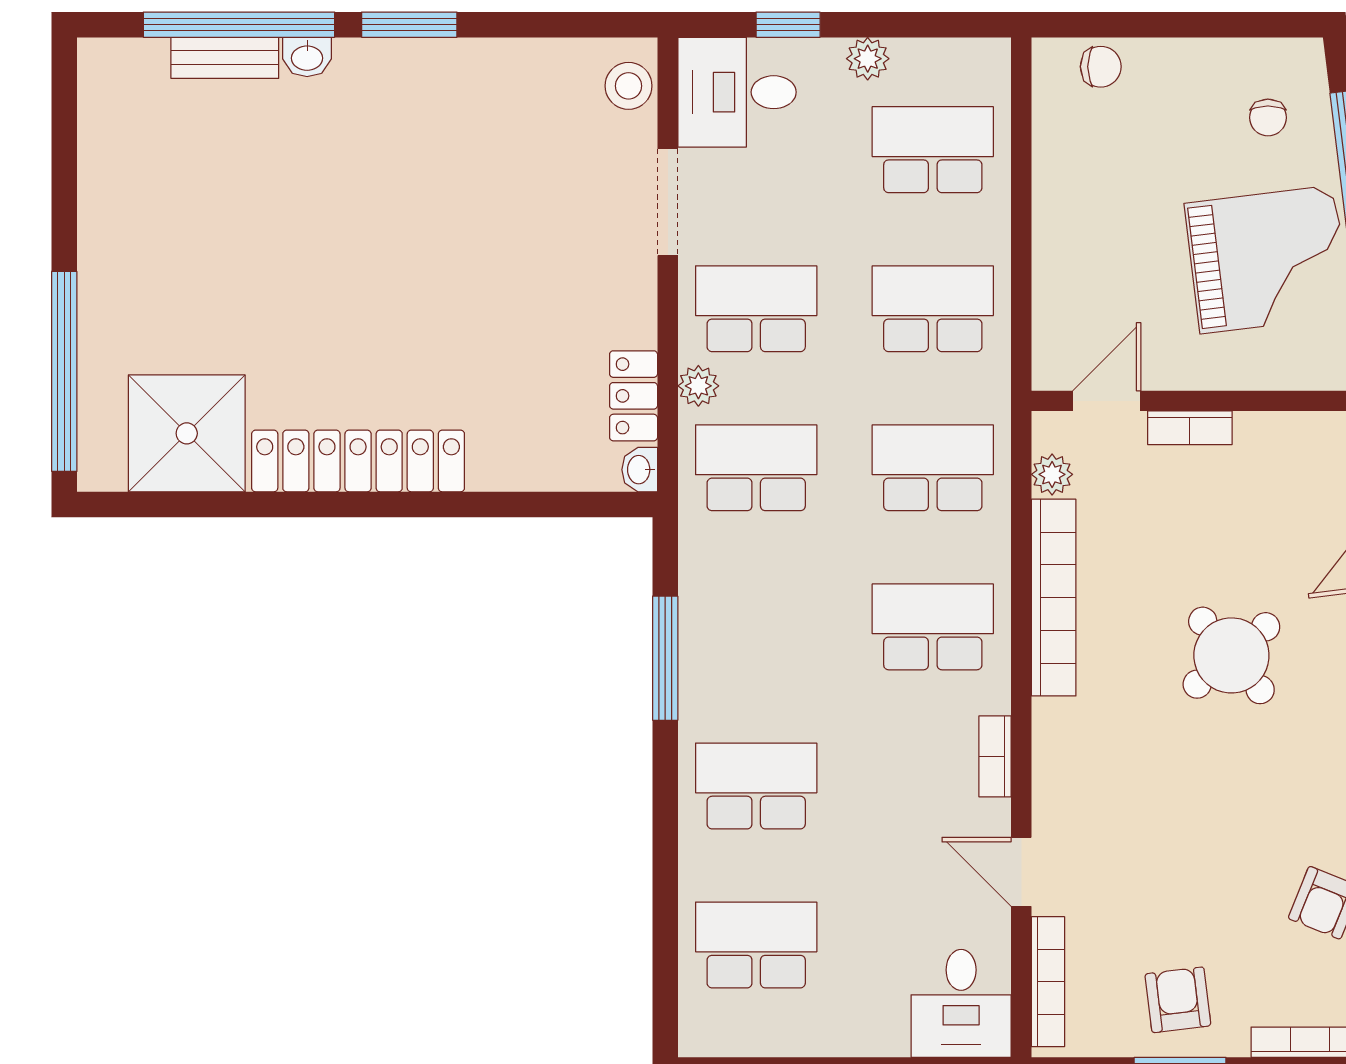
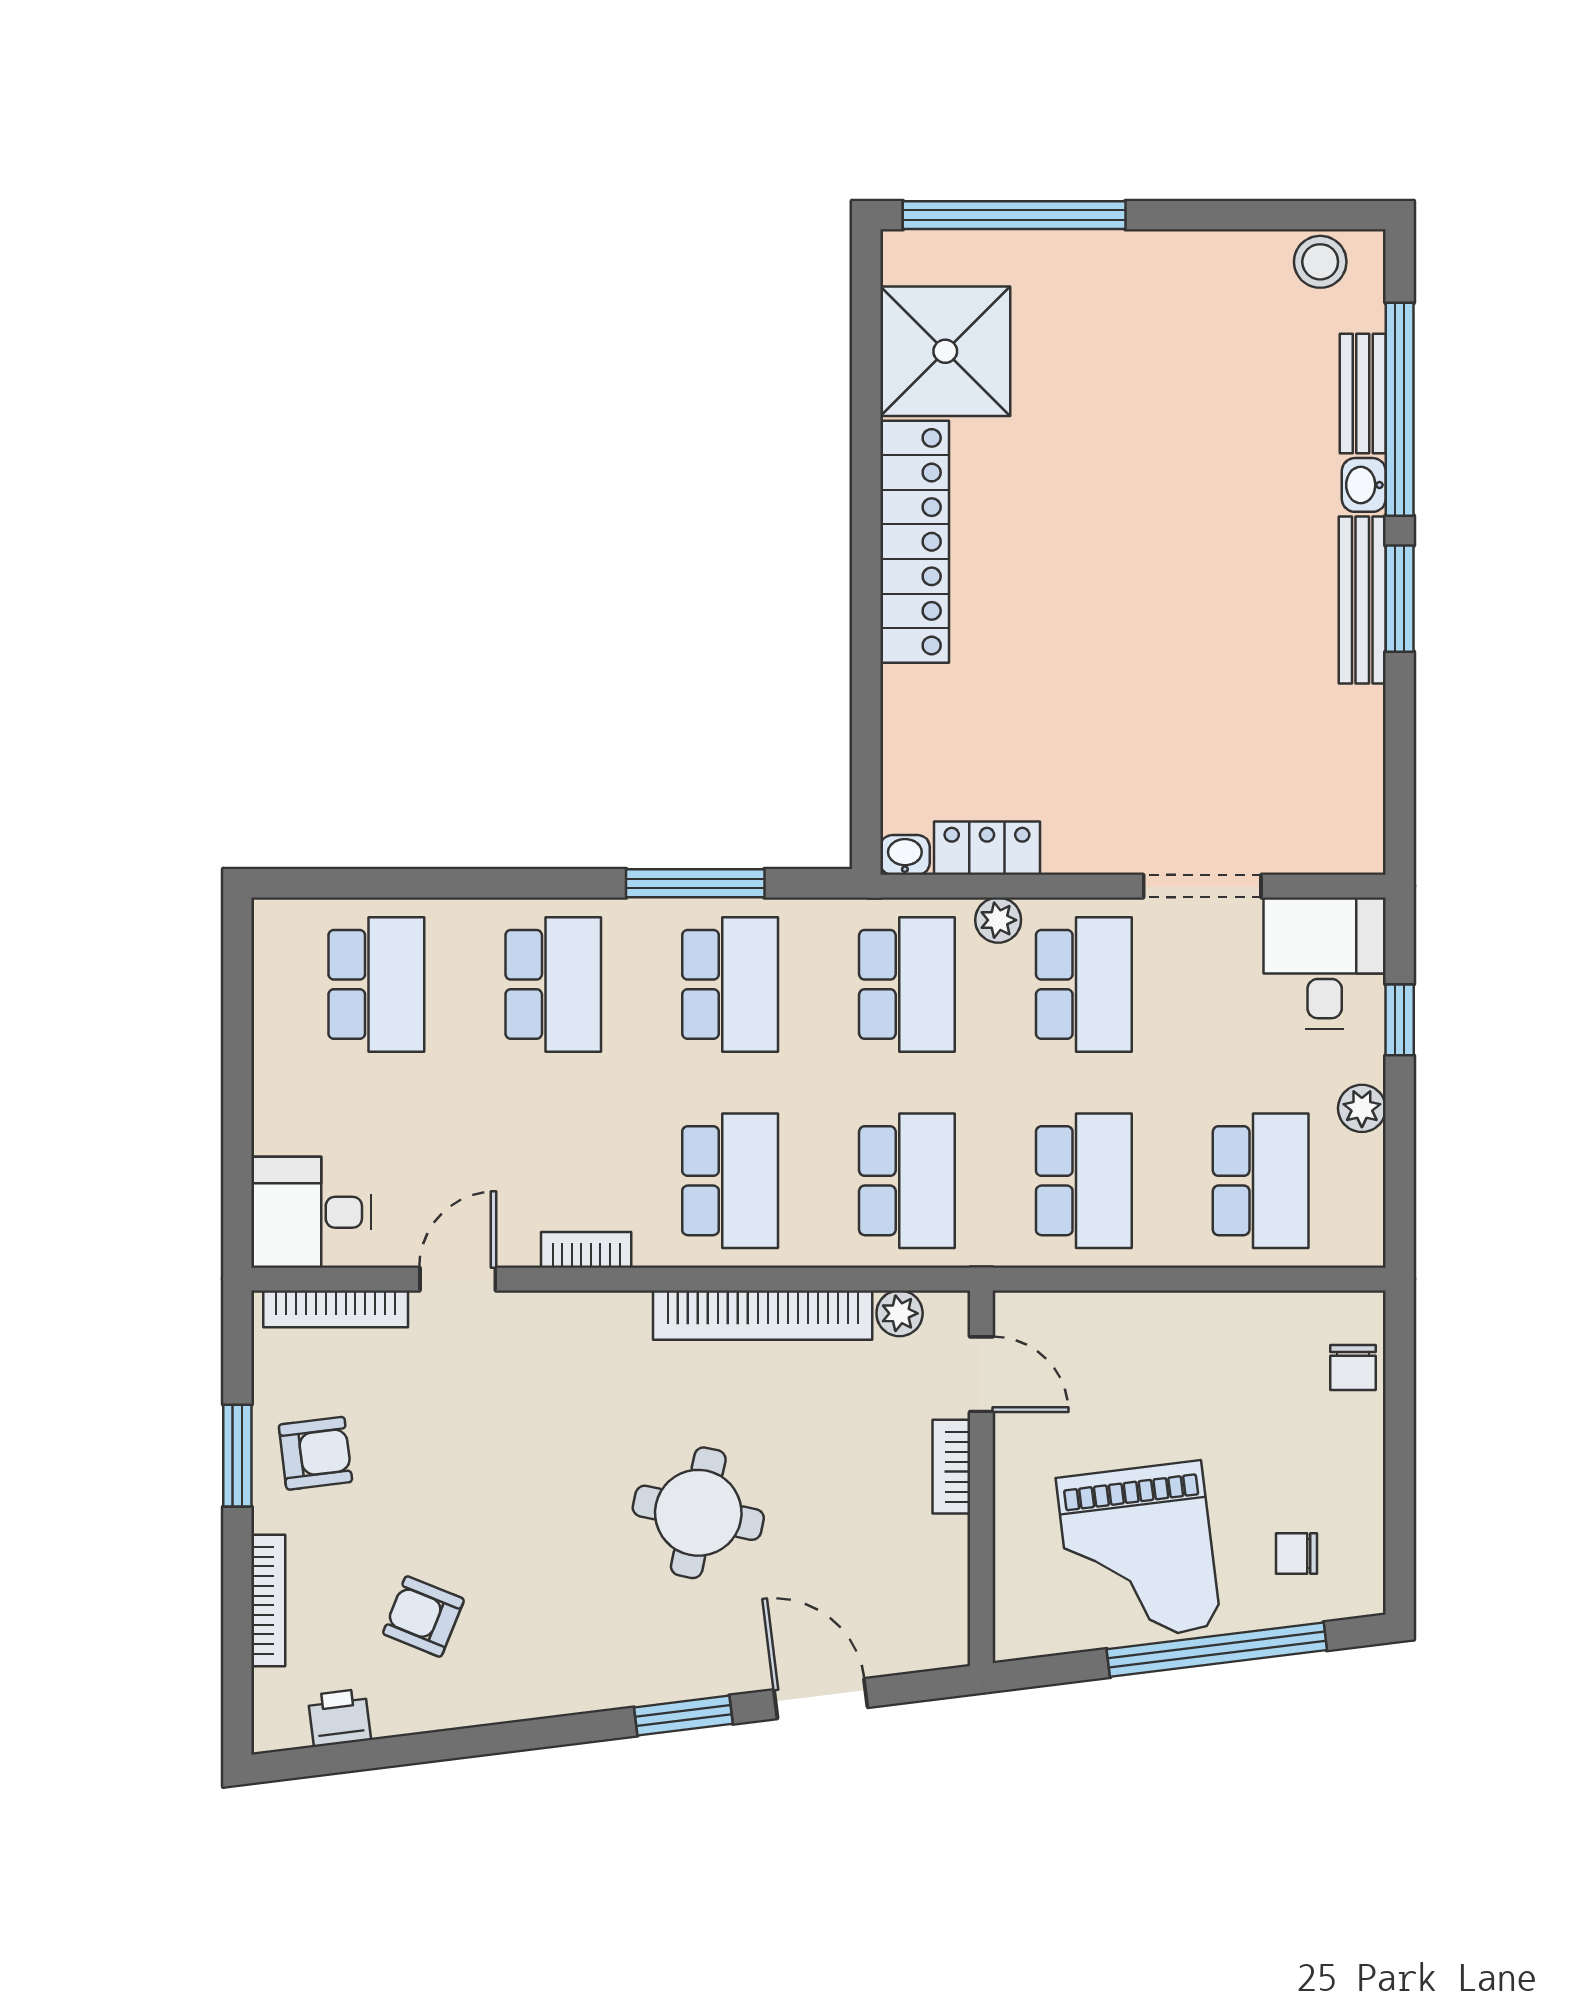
bench: (411, 58) -> (1362, 600), added
stool: (629, 86) -> (1320, 262), moved
school desk: (756, 627) -> (730, 984), added
round table: (1231, 655) -> (698, 1513), turned -38

